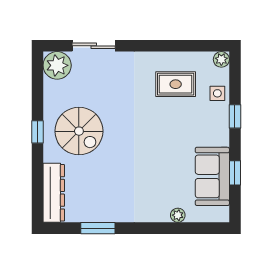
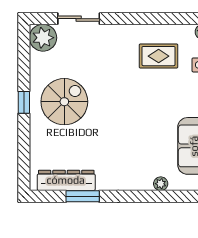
spiral stairs: (79, 131) -> (64, 102), turned -90
dresser: (54, 193) -> (66, 180), moved, turned -90

